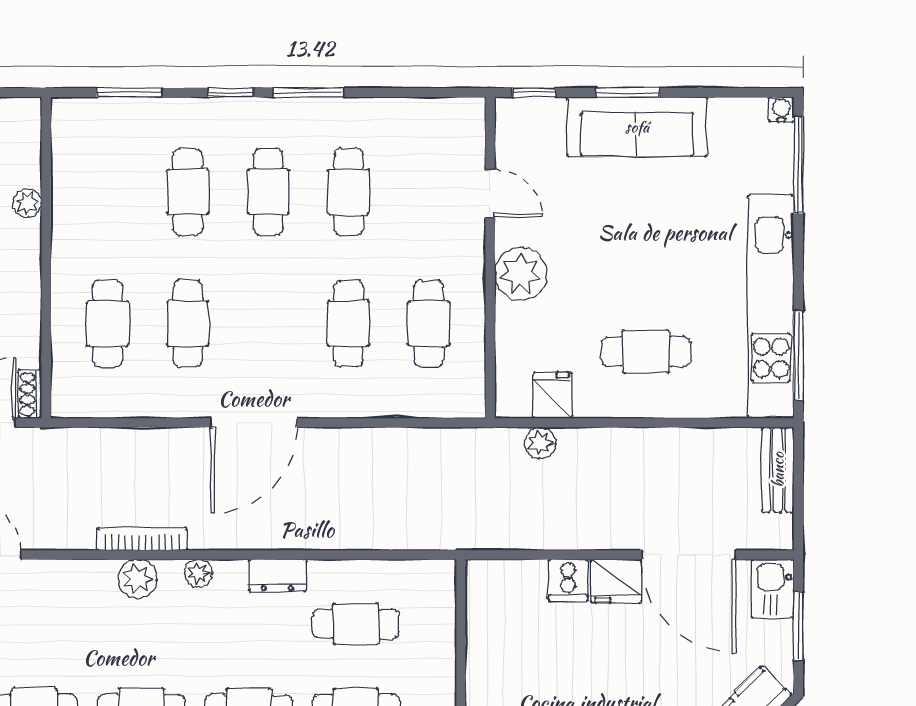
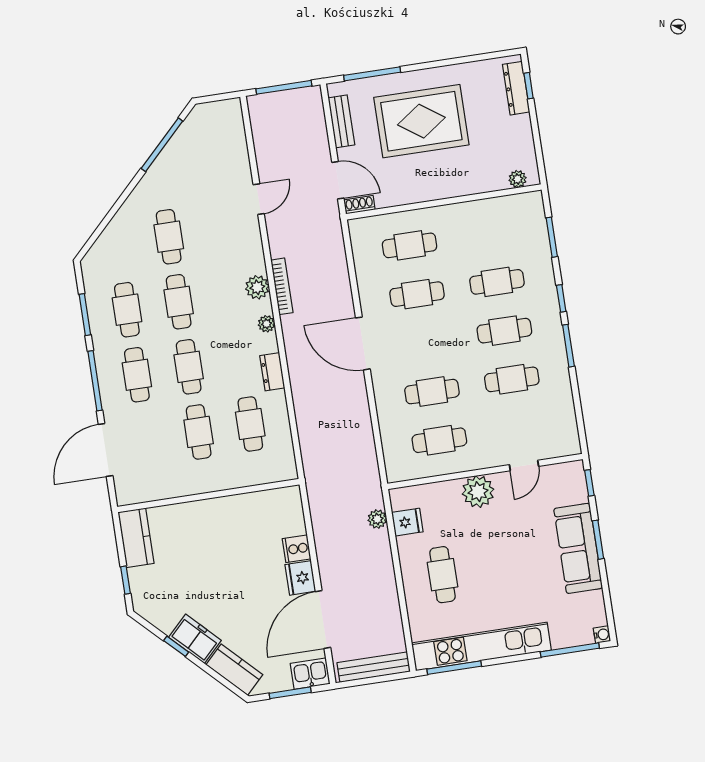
plant: (27, 203) -> (518, 179), moved
bench: (778, 470) -> (374, 667), width x1.36

